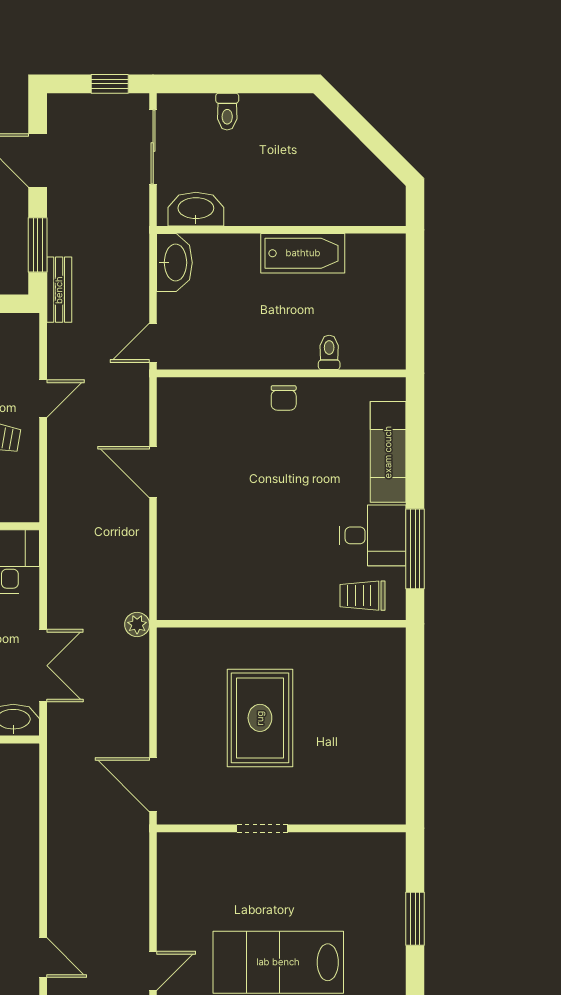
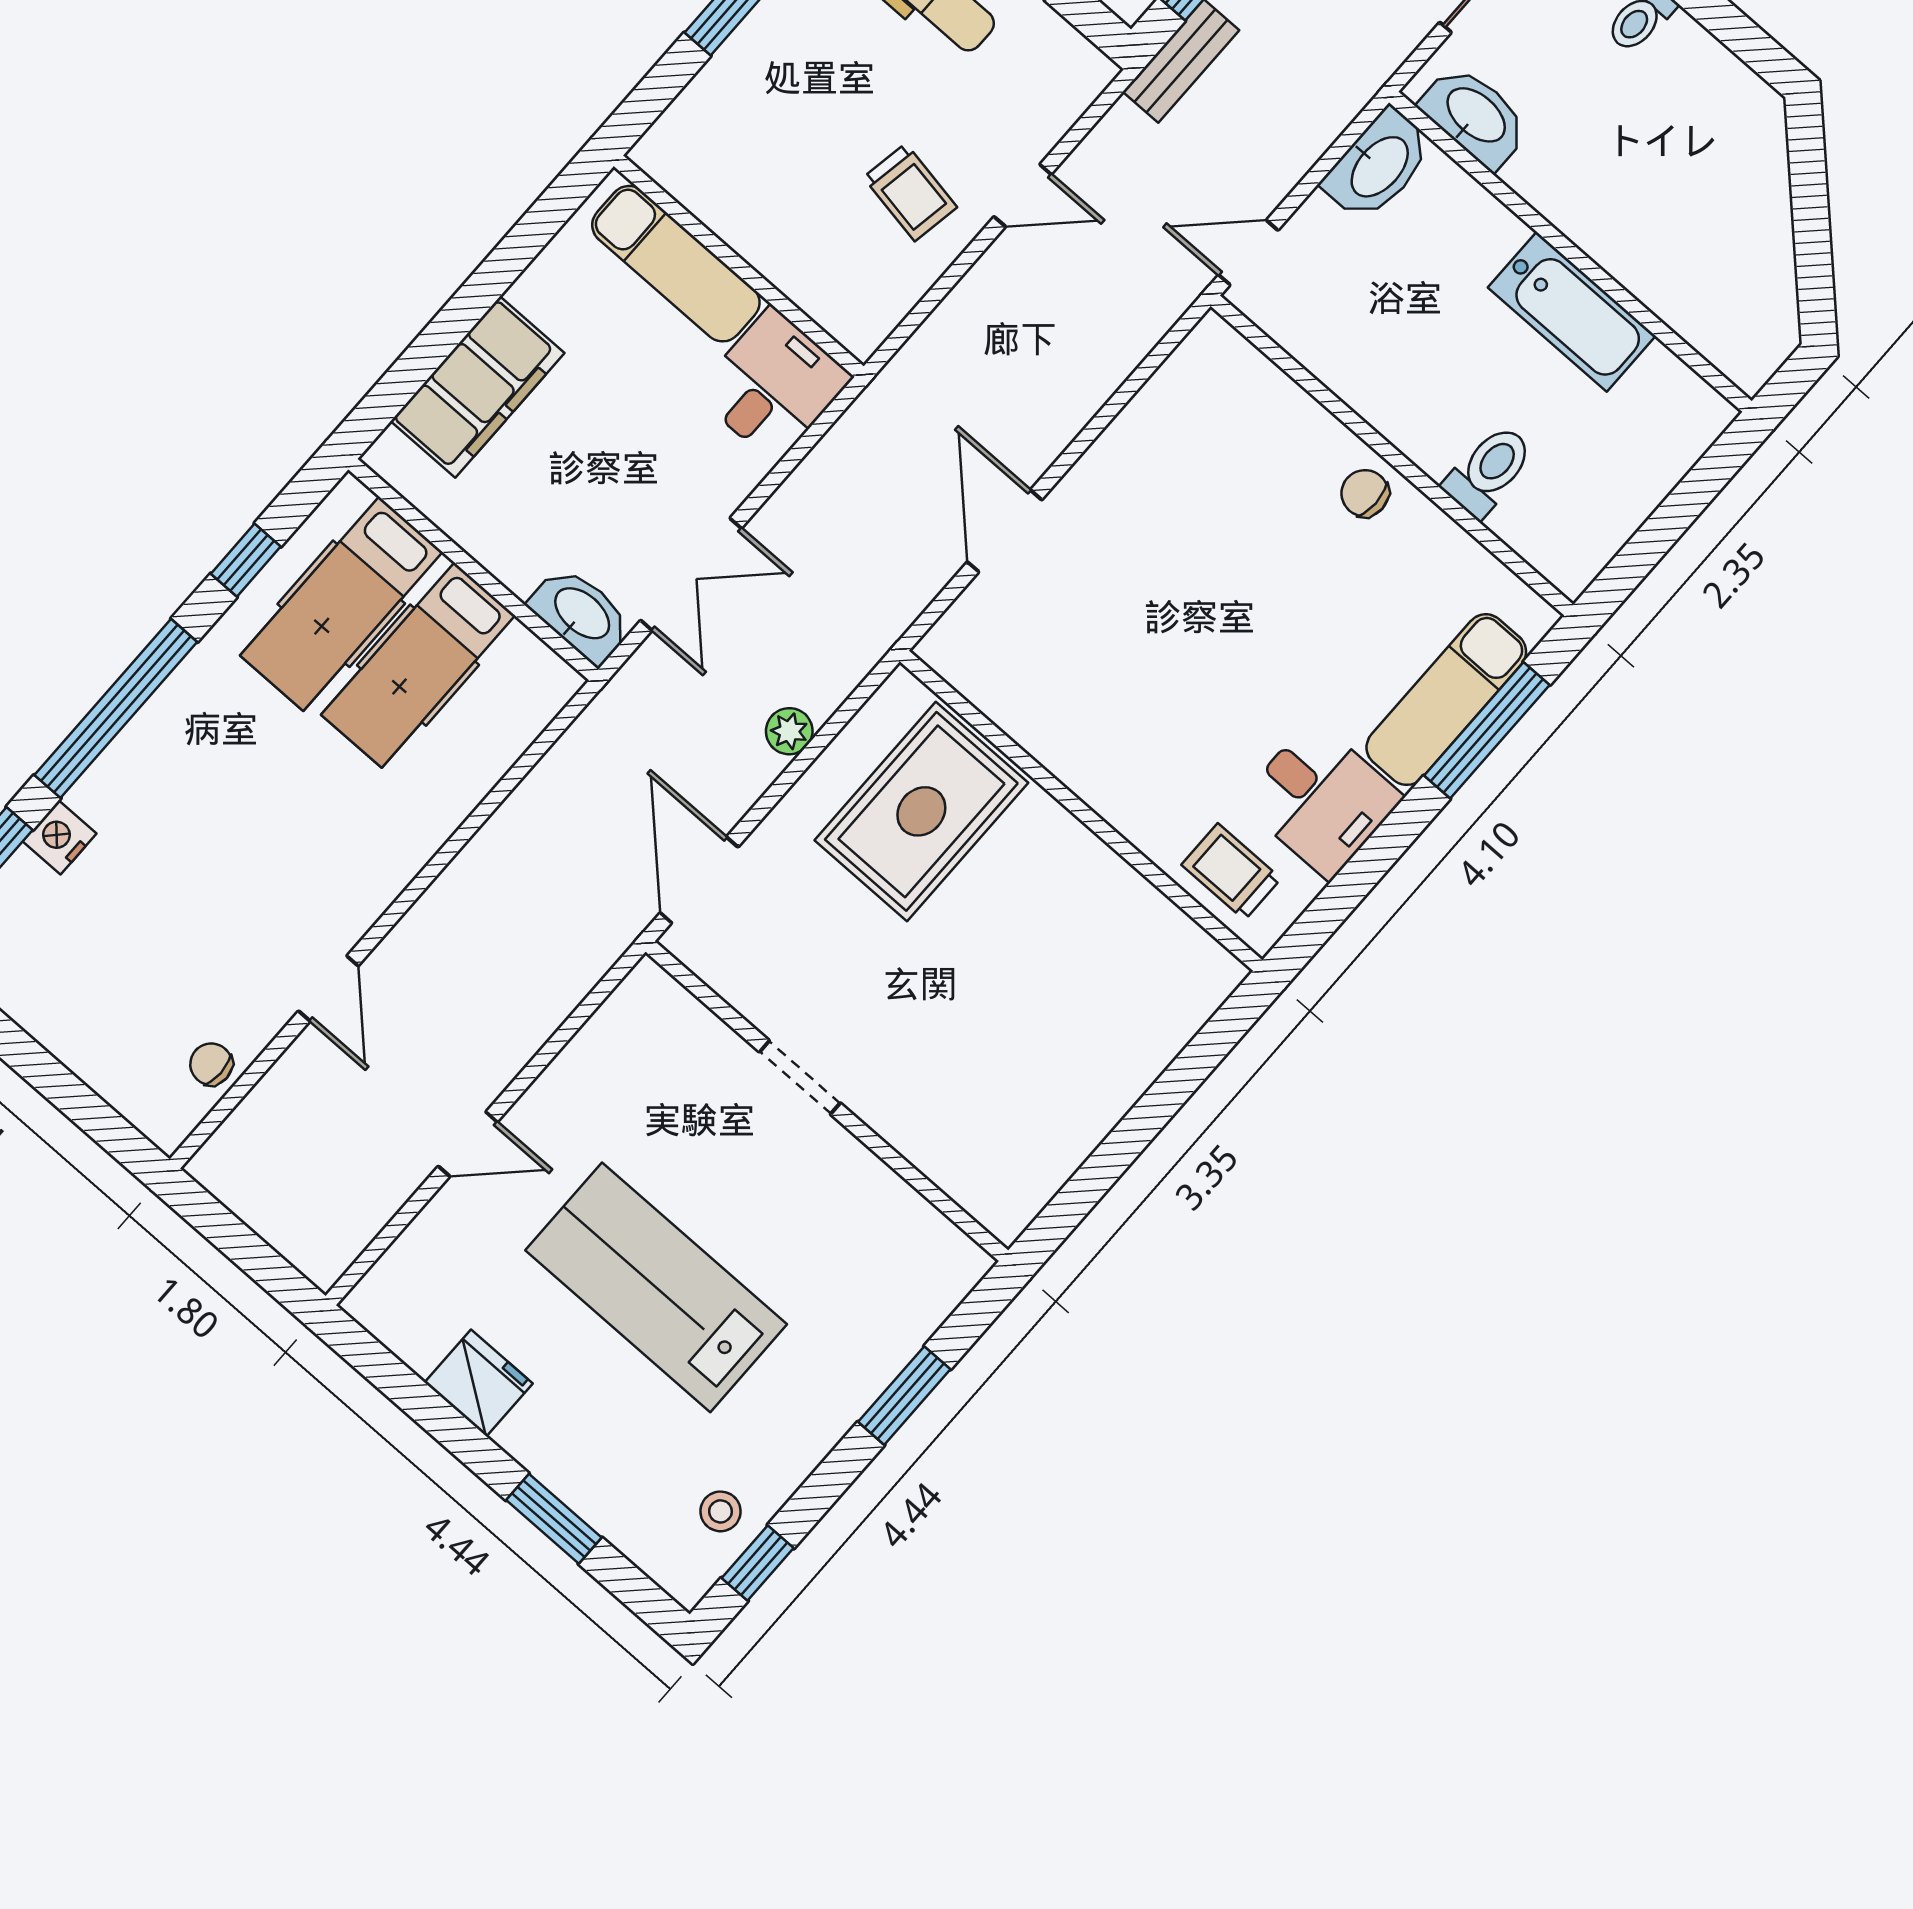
toilet: (329, 352) -> (1489, 471), width x1.37, depth x1.39
chair: (284, 398) -> (1365, 493), turned 90
door: (153, 472) -> (1005, 531), moved
window: (415, 549) -> (1487, 730), moved
plant: (137, 625) -> (789, 731), moved
rug: (260, 718) -> (921, 811), moved

